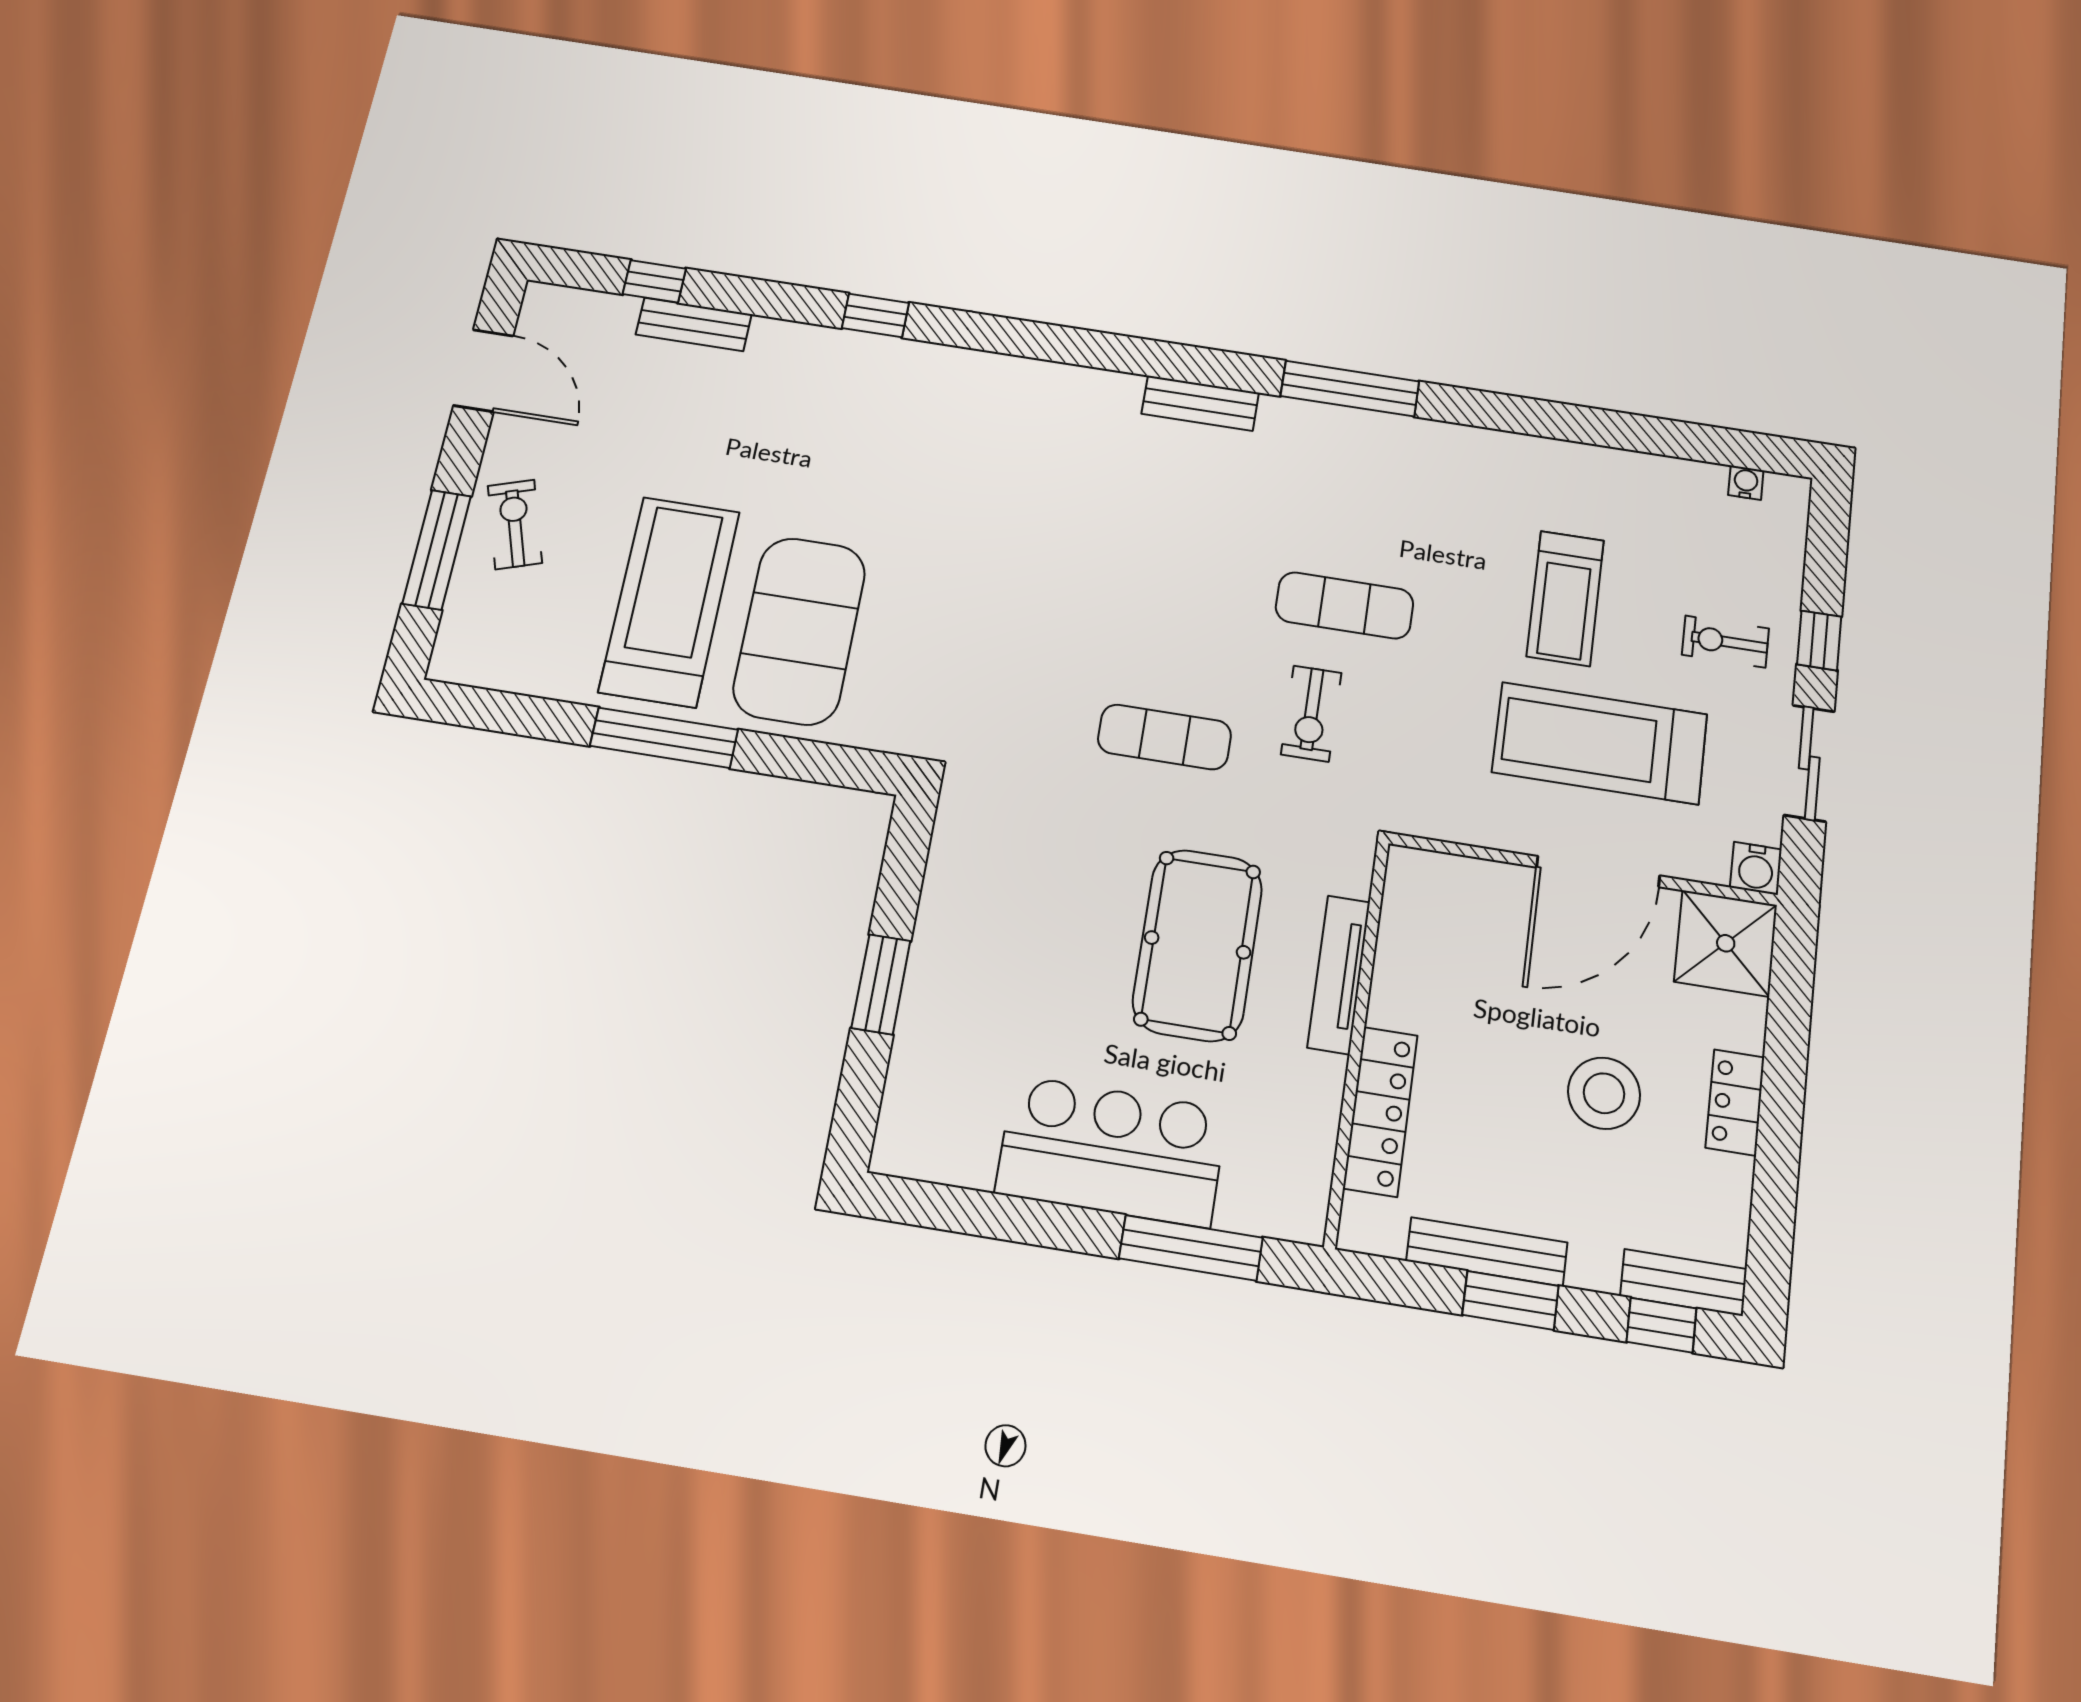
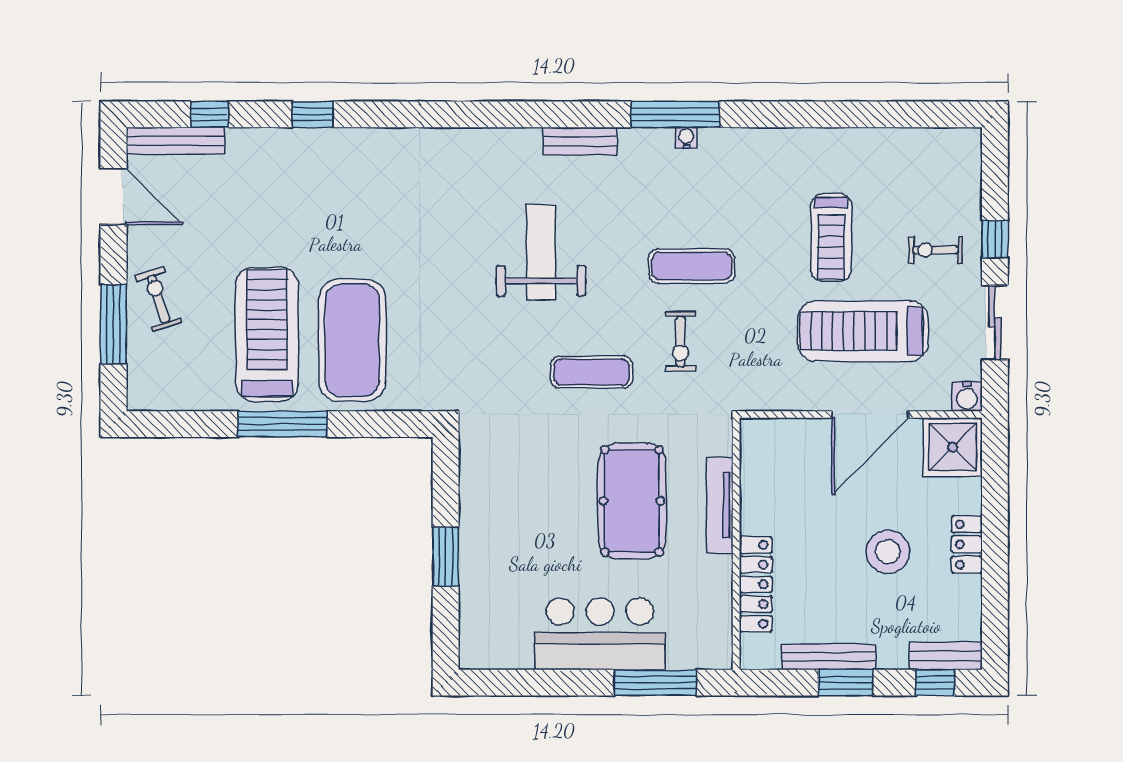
window: (875, 315) -> (312, 114), moved
bench: (694, 324) -> (175, 141), moved, width x1.36
water cooler: (1746, 483) -> (686, 138), moved
weight bench: (1115, 549) -> (541, 252), added

